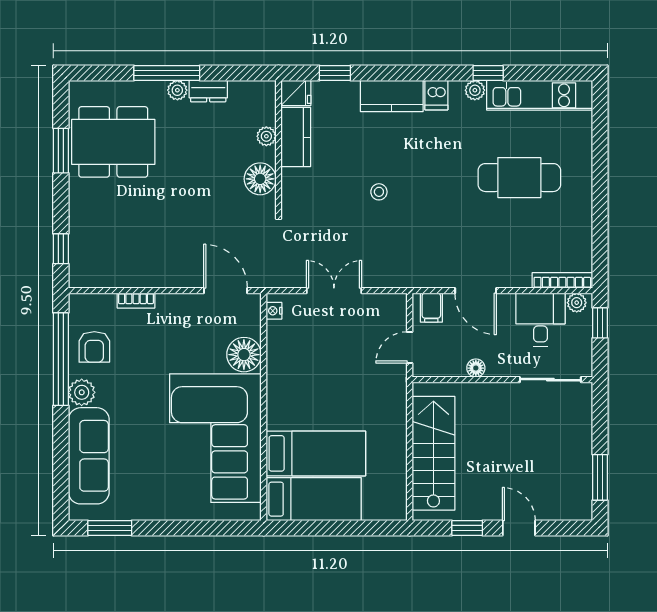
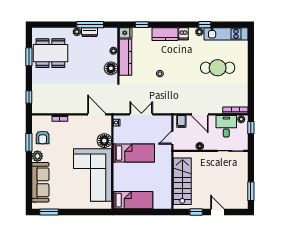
window: (167, 73) -> (90, 25), moved
kitchen counter: (296, 137) -> (126, 57), width x1.50
window: (61, 359) -> (29, 142), width x0.47
bed: (316, 453) -> (134, 153), moved

